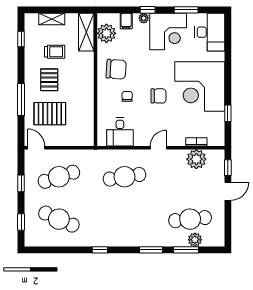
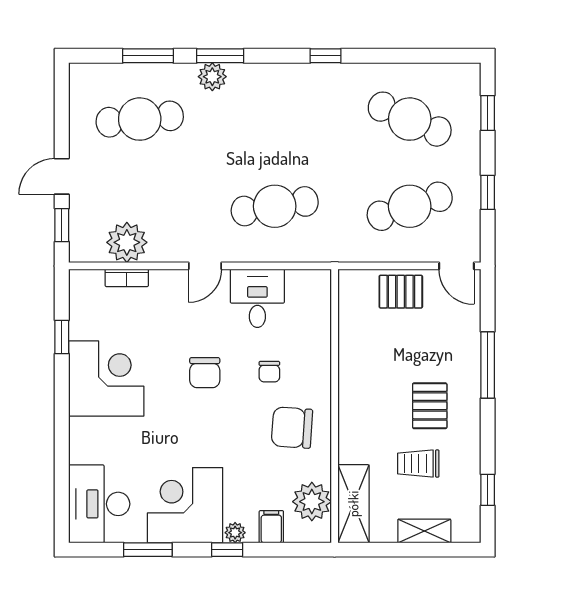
corner desk: (200, 86) -> (106, 379), width x0.74, depth x0.74
chair: (158, 96) -> (205, 373), turned -90
pallet: (50, 114) -> (401, 292), moved, width x0.67, depth x0.71
desk: (120, 132) -> (257, 298), moved
plant: (195, 240) -> (212, 77), moved

